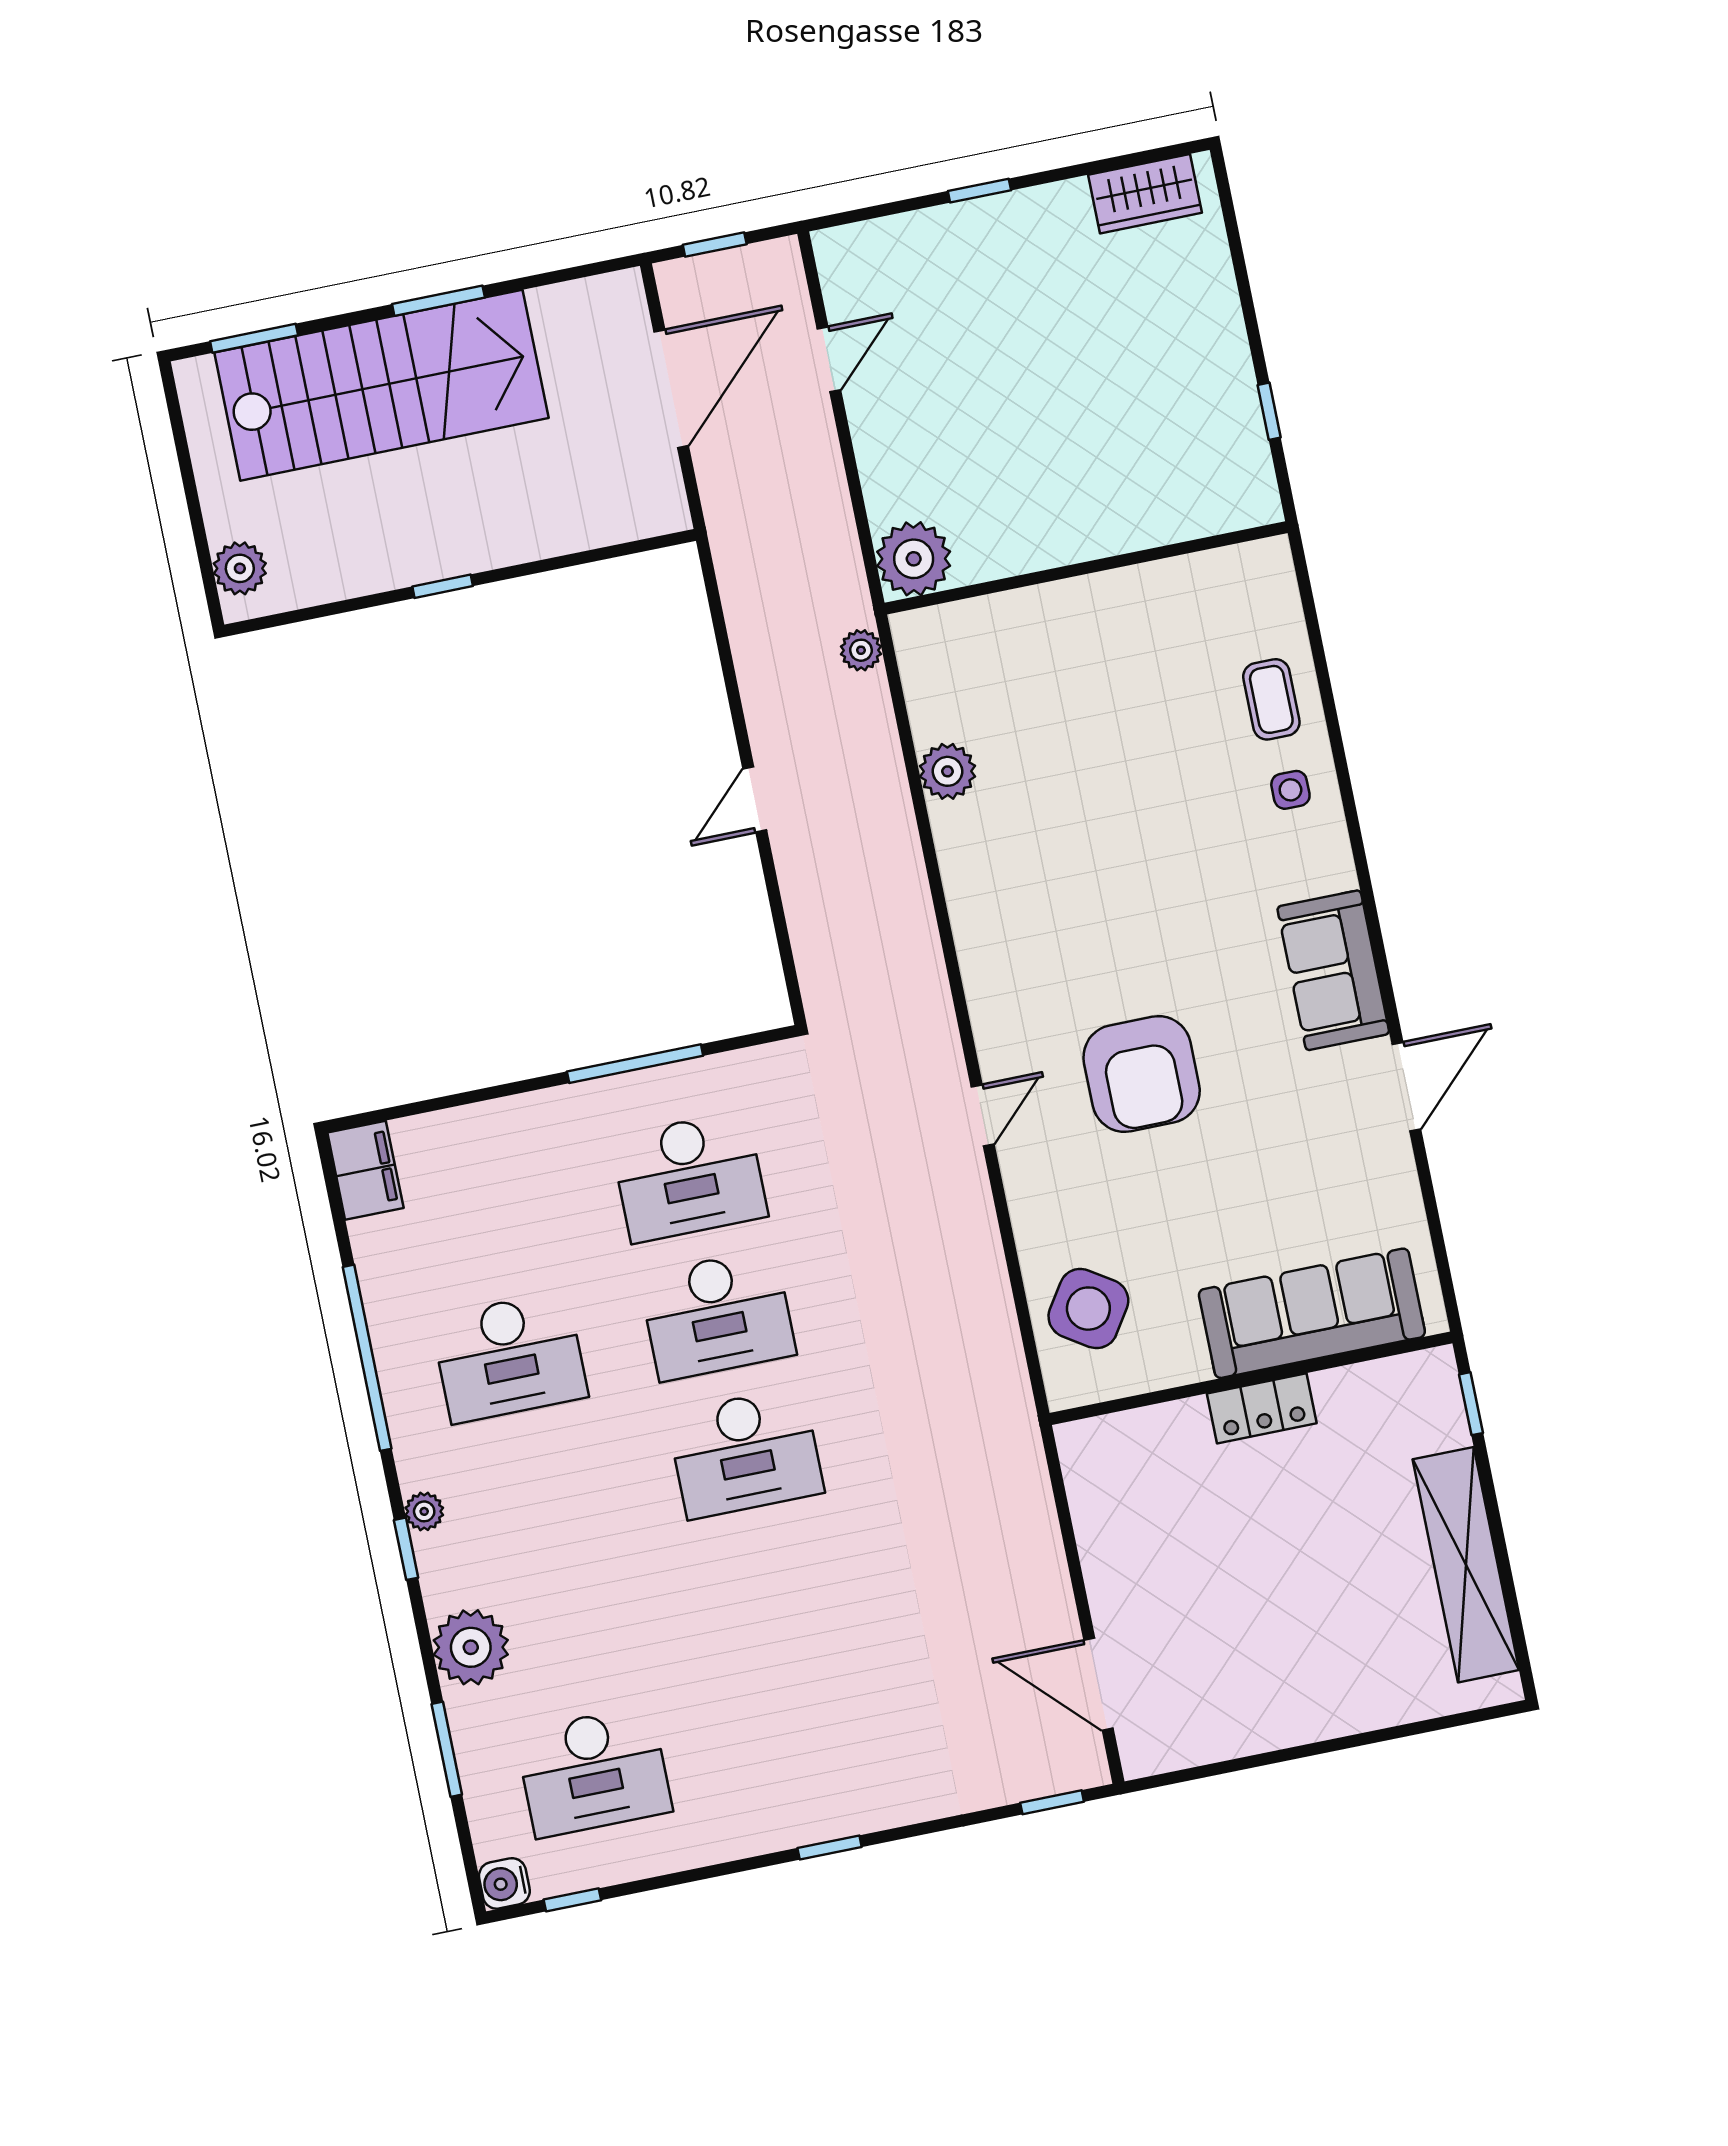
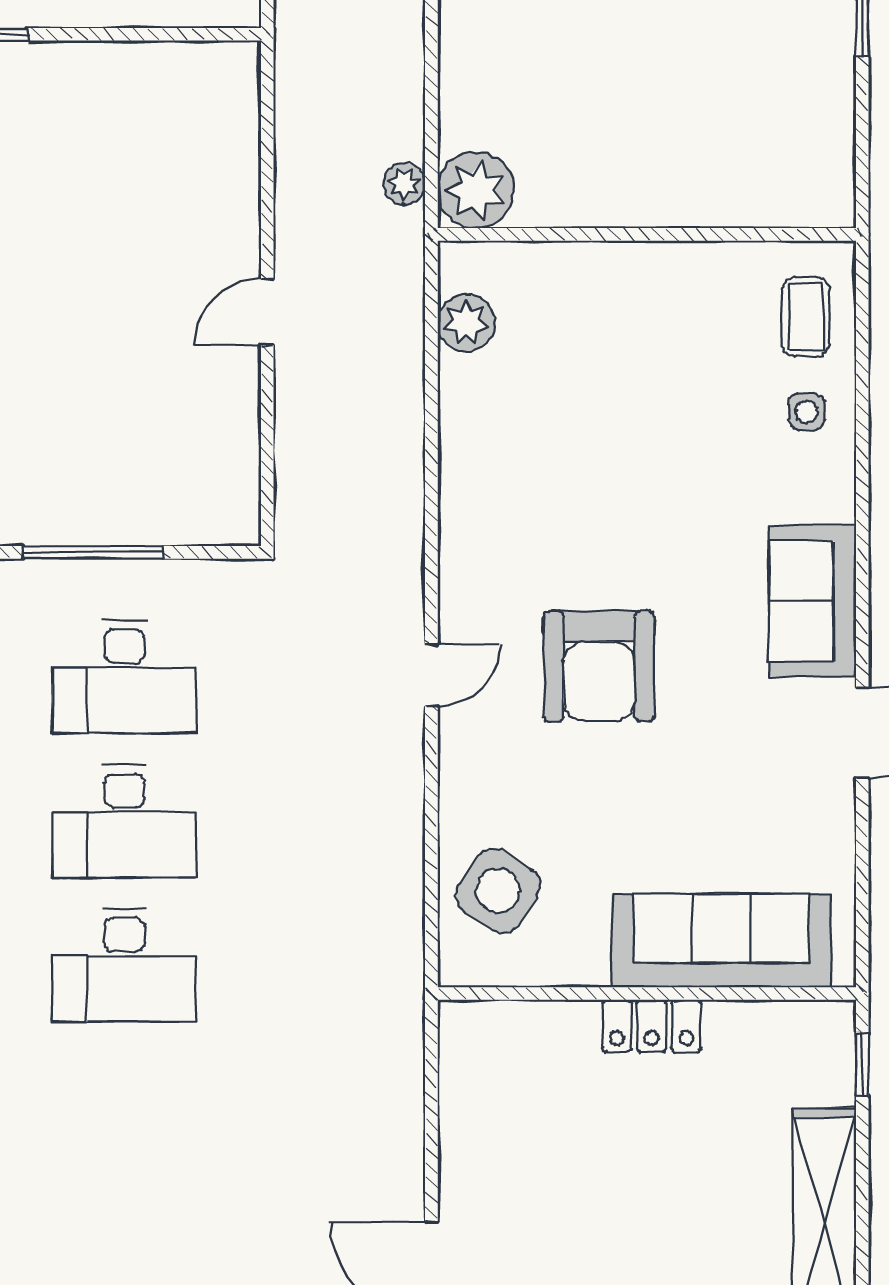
plant: (914, 559) -> (476, 190), moved
wall: (1086, 568) -> (647, 234), moved

